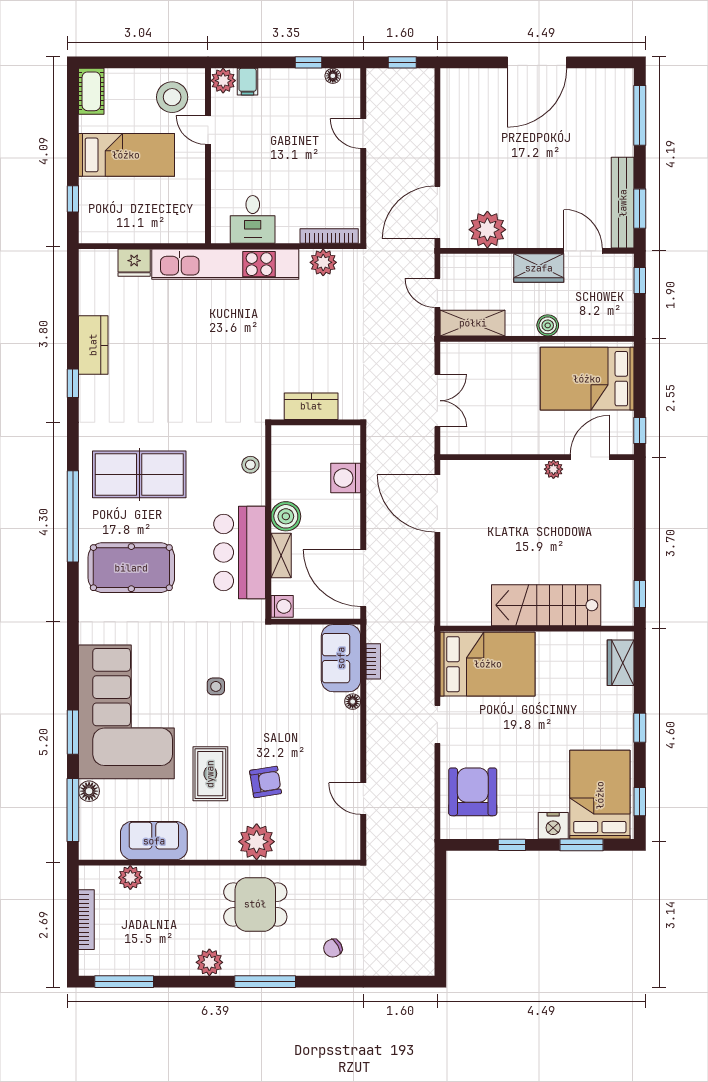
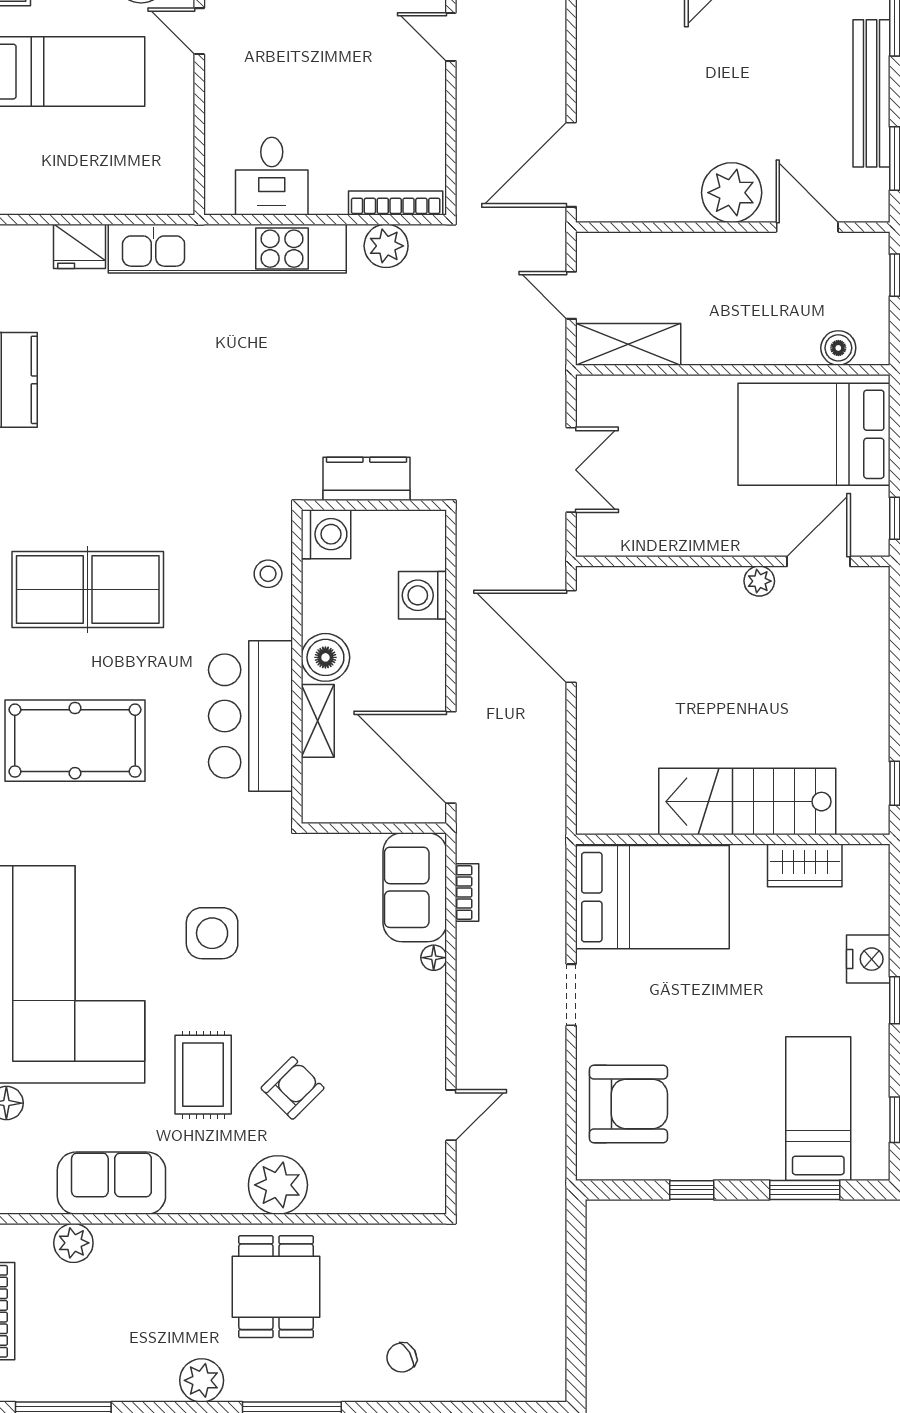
bench: (623, 203) -> (871, 93), moved
plant: (487, 230) -> (732, 193), moved
wardrobe: (539, 268) -> (735, 255), removed
boiler: (548, 325) -> (838, 348), moved
washing machine: (282, 606) -> (326, 534), moved, width x1.38, depth x1.38
wardrobe: (621, 663) -> (805, 865), moved, turned -90
side table: (216, 686) -> (212, 933), width x1.87, depth x1.87
armchair: (266, 782) -> (293, 1088), turned -36
armchair: (473, 792) -> (628, 1104), turned 90
bed: (600, 795) -> (818, 1109), width x0.67
door: (363, 799) -> (451, 1115), swing flipped
nightstand: (553, 826) -> (868, 959), moved, turned -90
dining table: (255, 904) -> (276, 1287), turned 90

